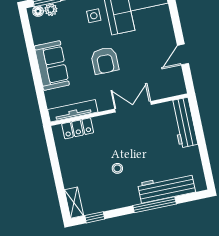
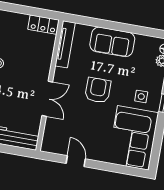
armchair: (105, 61) -> (98, 90), turned 90
locker: (78, 128) -> (43, 25), moved, turned -90

